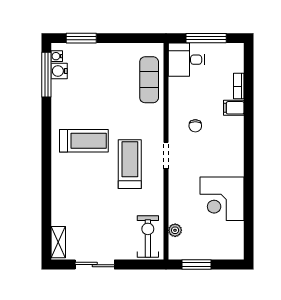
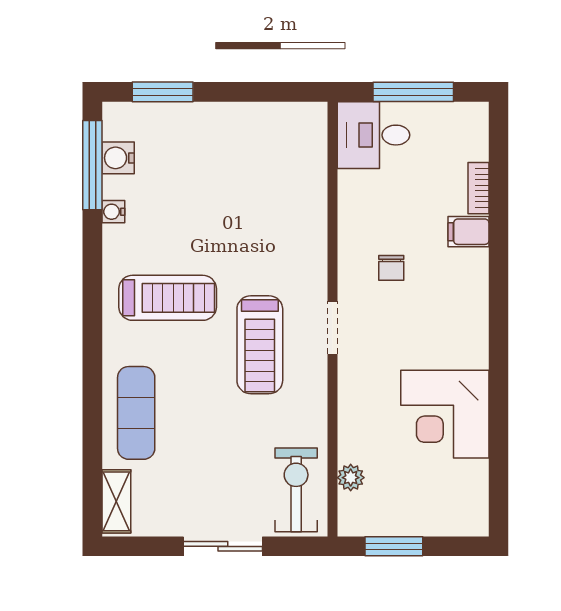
water cooler: (57, 56) -> (113, 212), moved
exercise mat: (149, 80) -> (136, 413), moved
treadmill: (130, 164) -> (260, 345), turned 180
sliding door: (95, 265) -> (223, 546), moved

